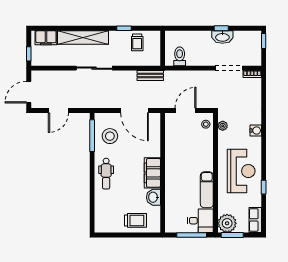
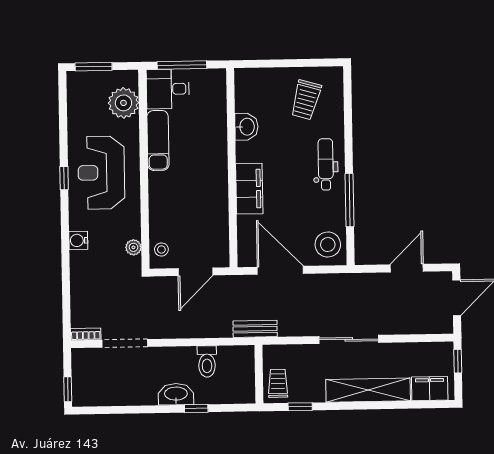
window: (221, 28) -> (196, 408), moved
washbasin: (222, 37) -> (176, 394), moved
wall: (163, 48) -> (259, 374), moved
window: (92, 136) -> (350, 200), moved
stool: (110, 136) -> (328, 245), moved
filing cabinet: (152, 173) -> (249, 189), moved
window: (264, 187) -> (64, 178), moved
trolley: (135, 220) -> (306, 100), moved, turned -74
row of seats: (255, 220) -> (77, 92), removed
plant: (227, 223) -> (123, 103), moved
window: (232, 235) -> (94, 67), moved

